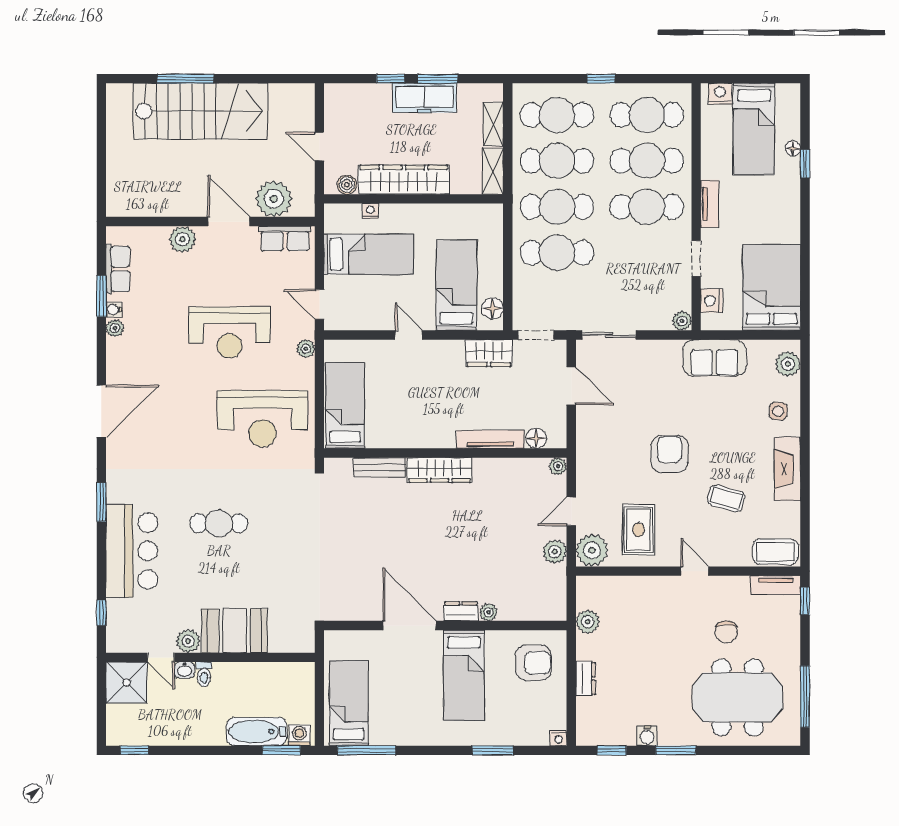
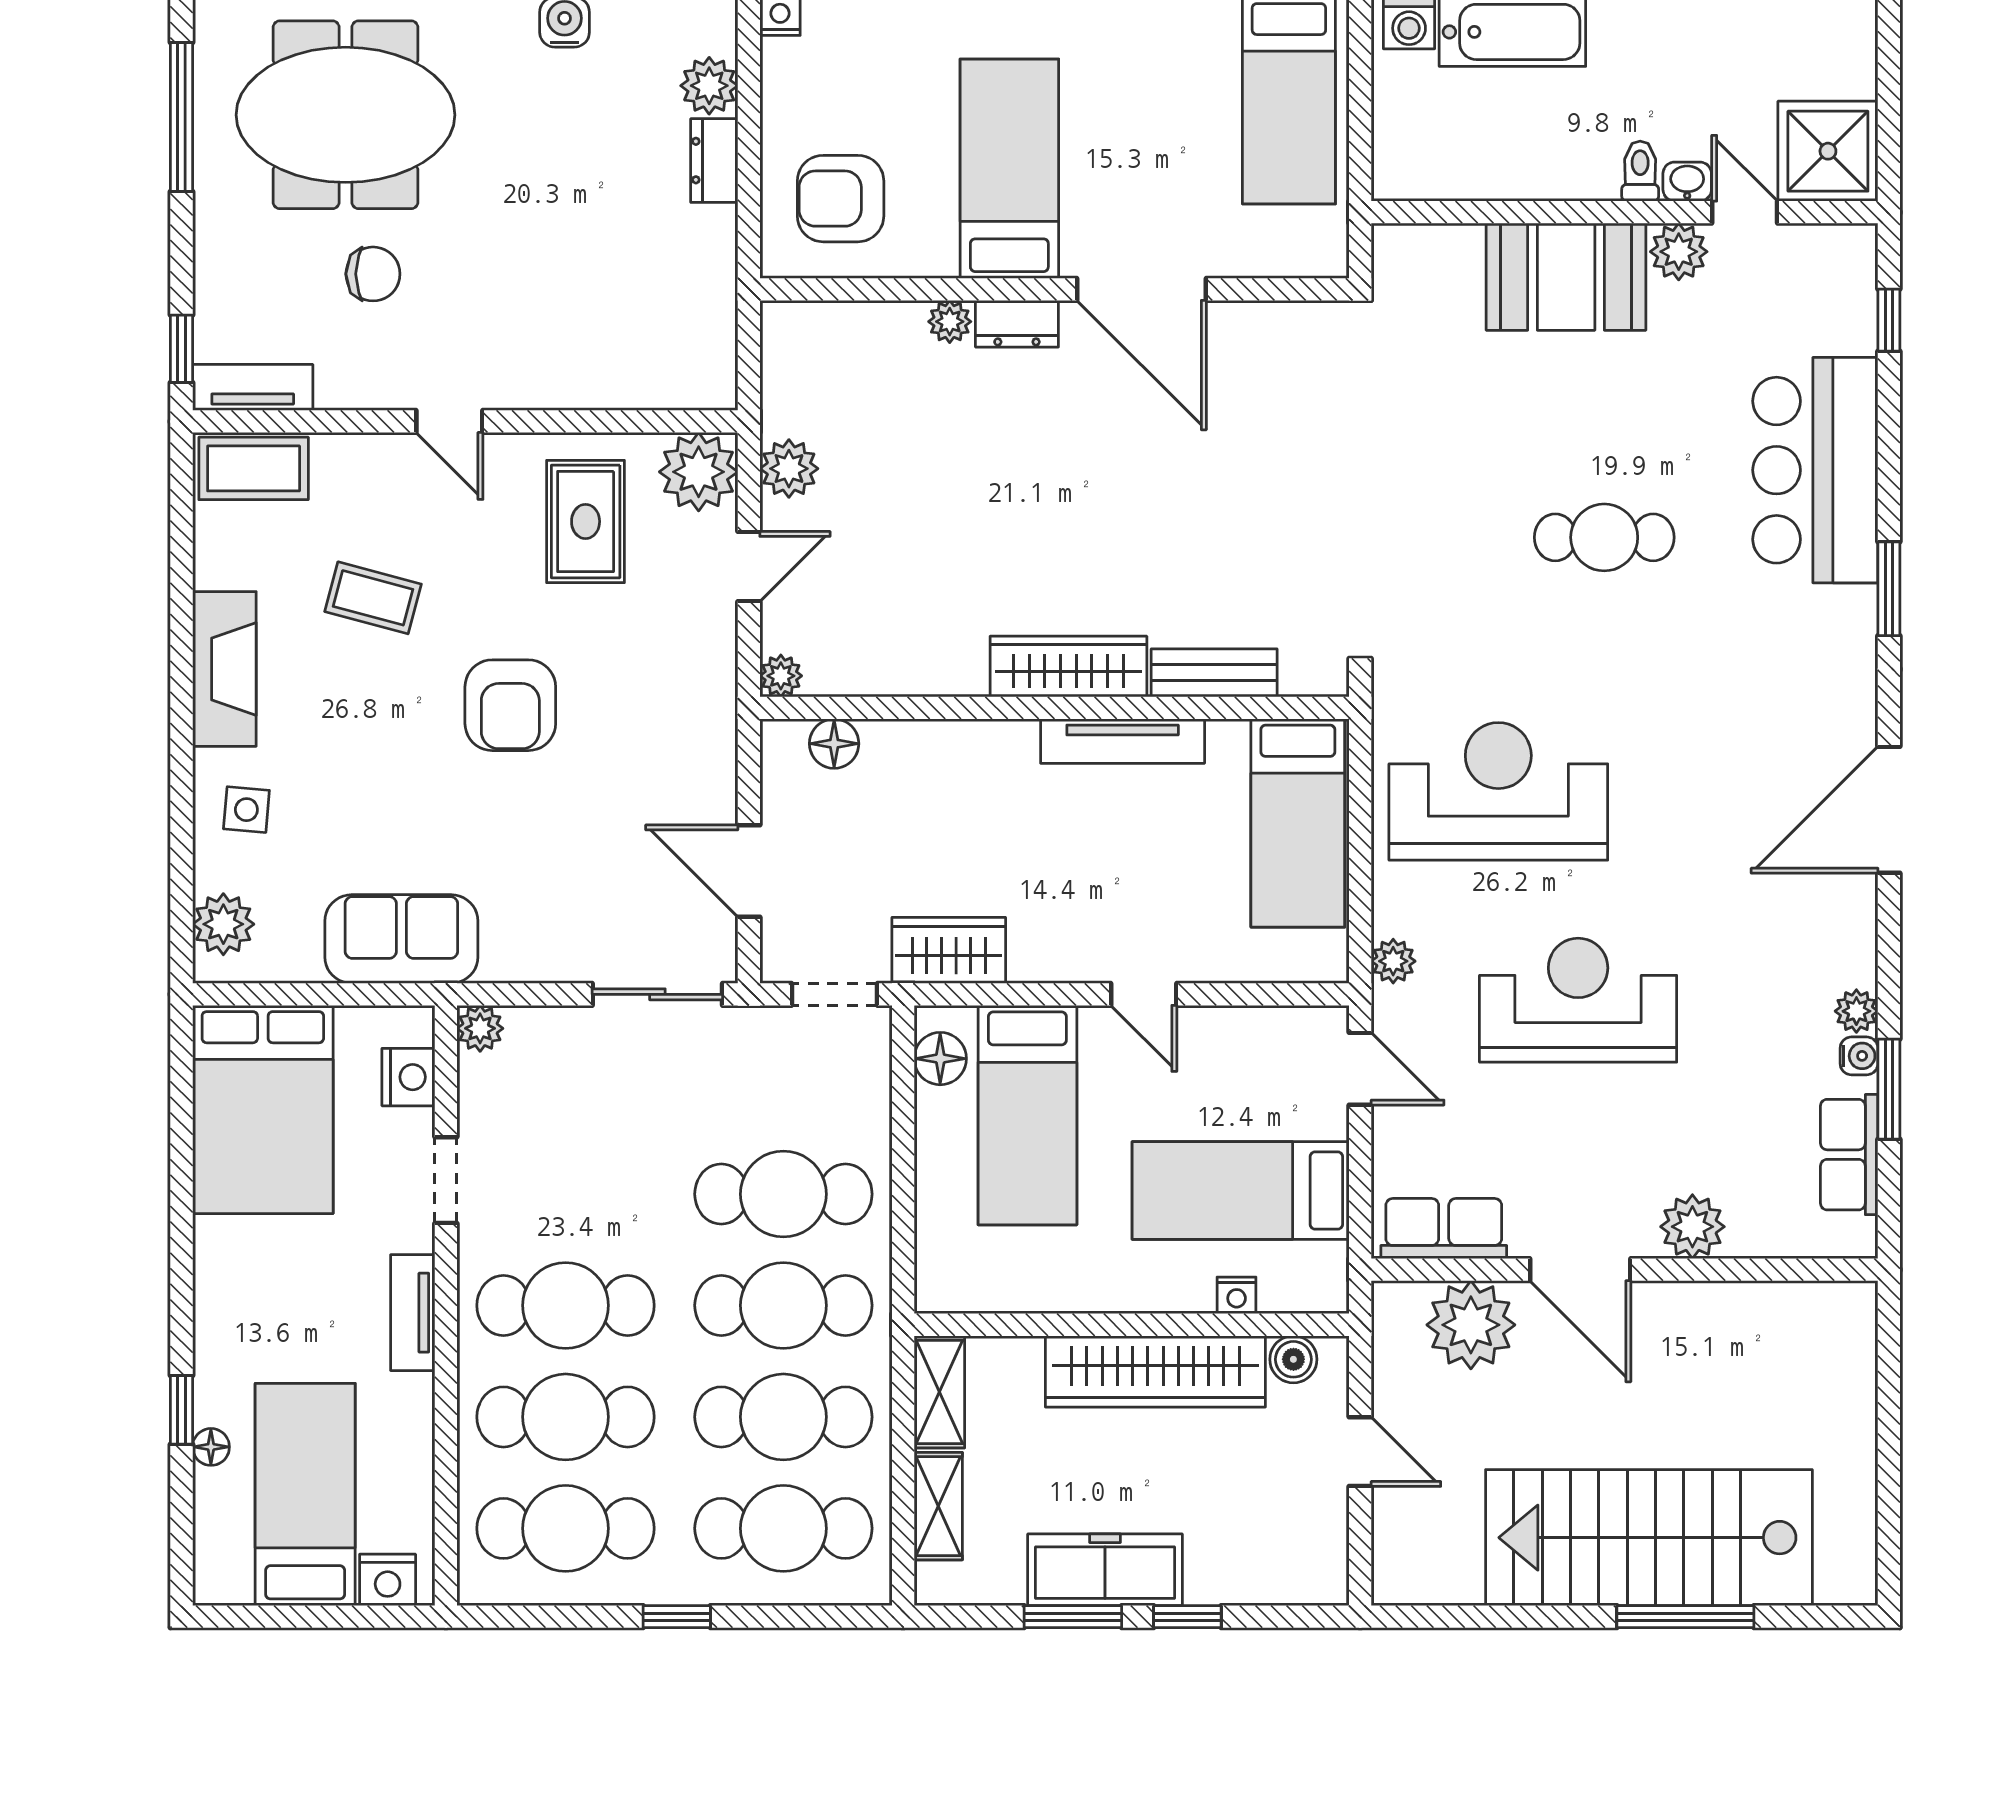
tv unit: (490, 439) -> (1123, 741), moved
plant: (588, 622) -> (709, 86), moved
chair: (726, 632) -> (373, 274), turned 90

